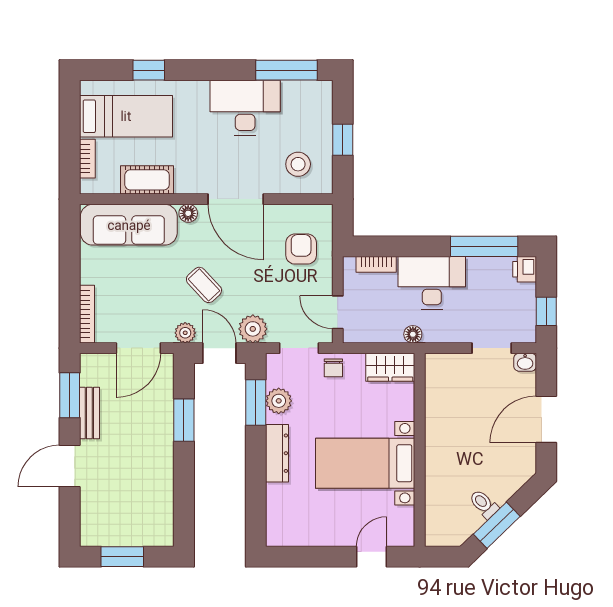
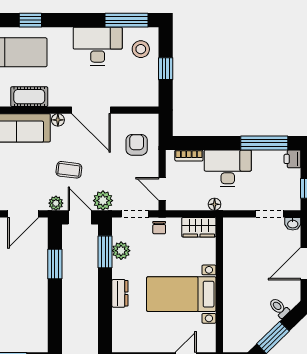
stool: (298, 164) -> (141, 49), moved
coffee table: (204, 285) -> (69, 170), turned -40
dresser: (277, 453) -> (120, 293), width x0.70
toilet: (484, 504) -> (279, 308), moved

